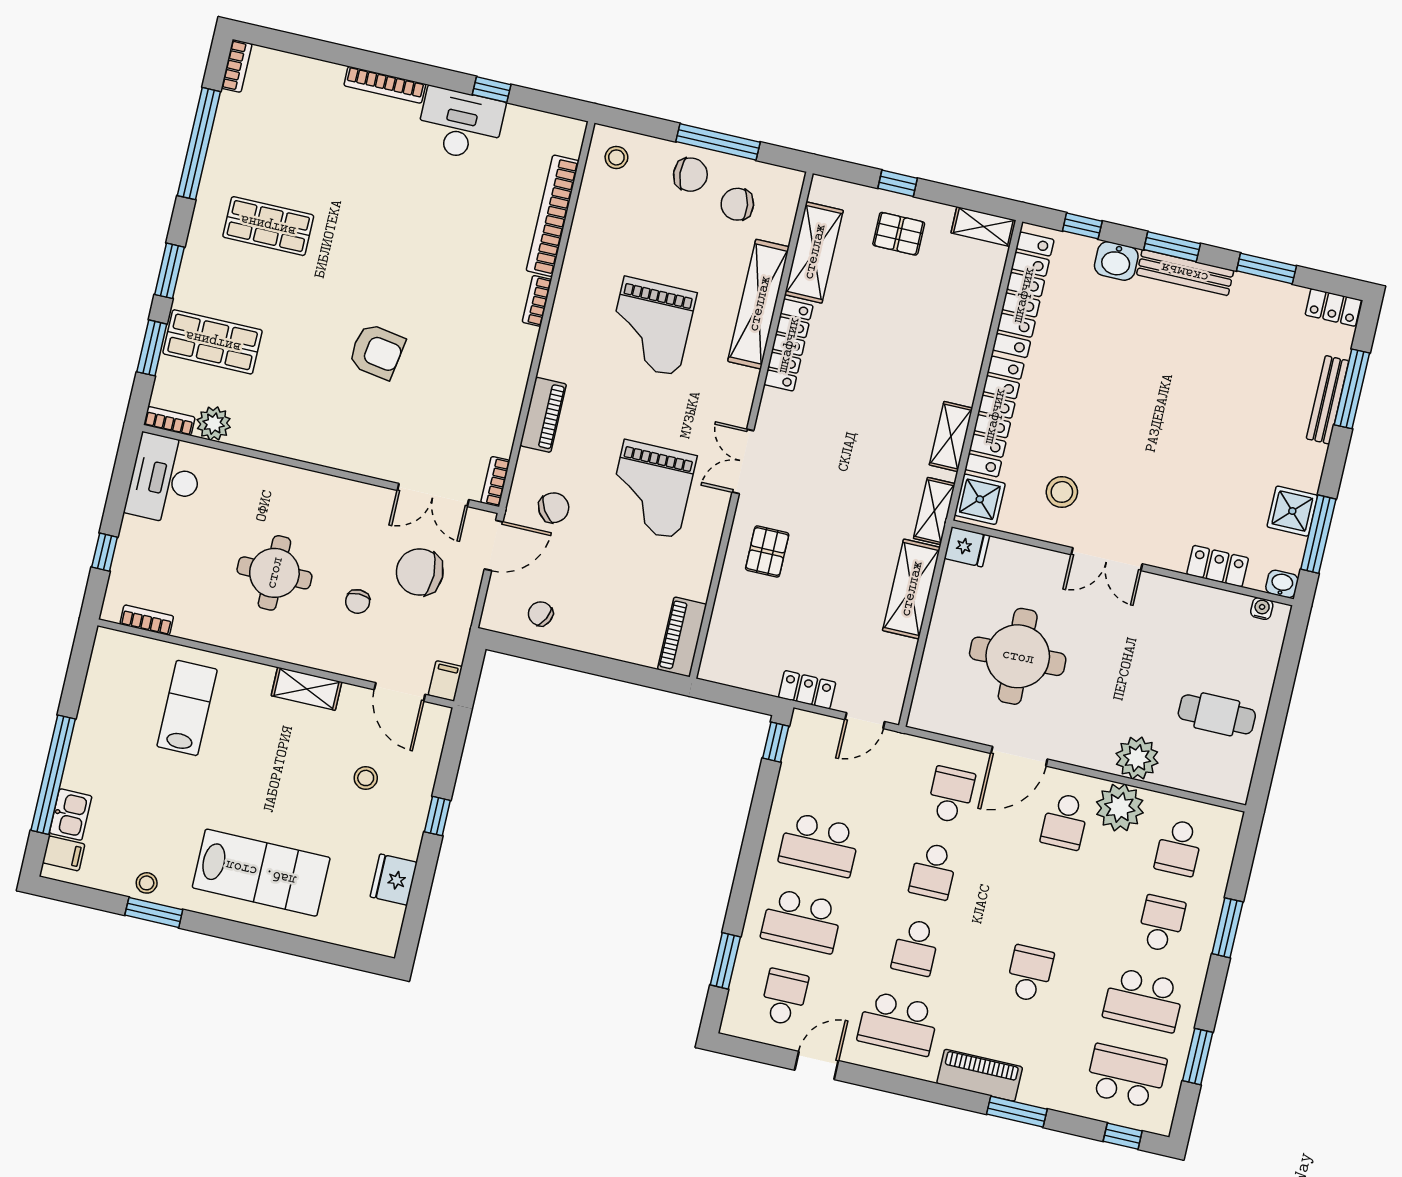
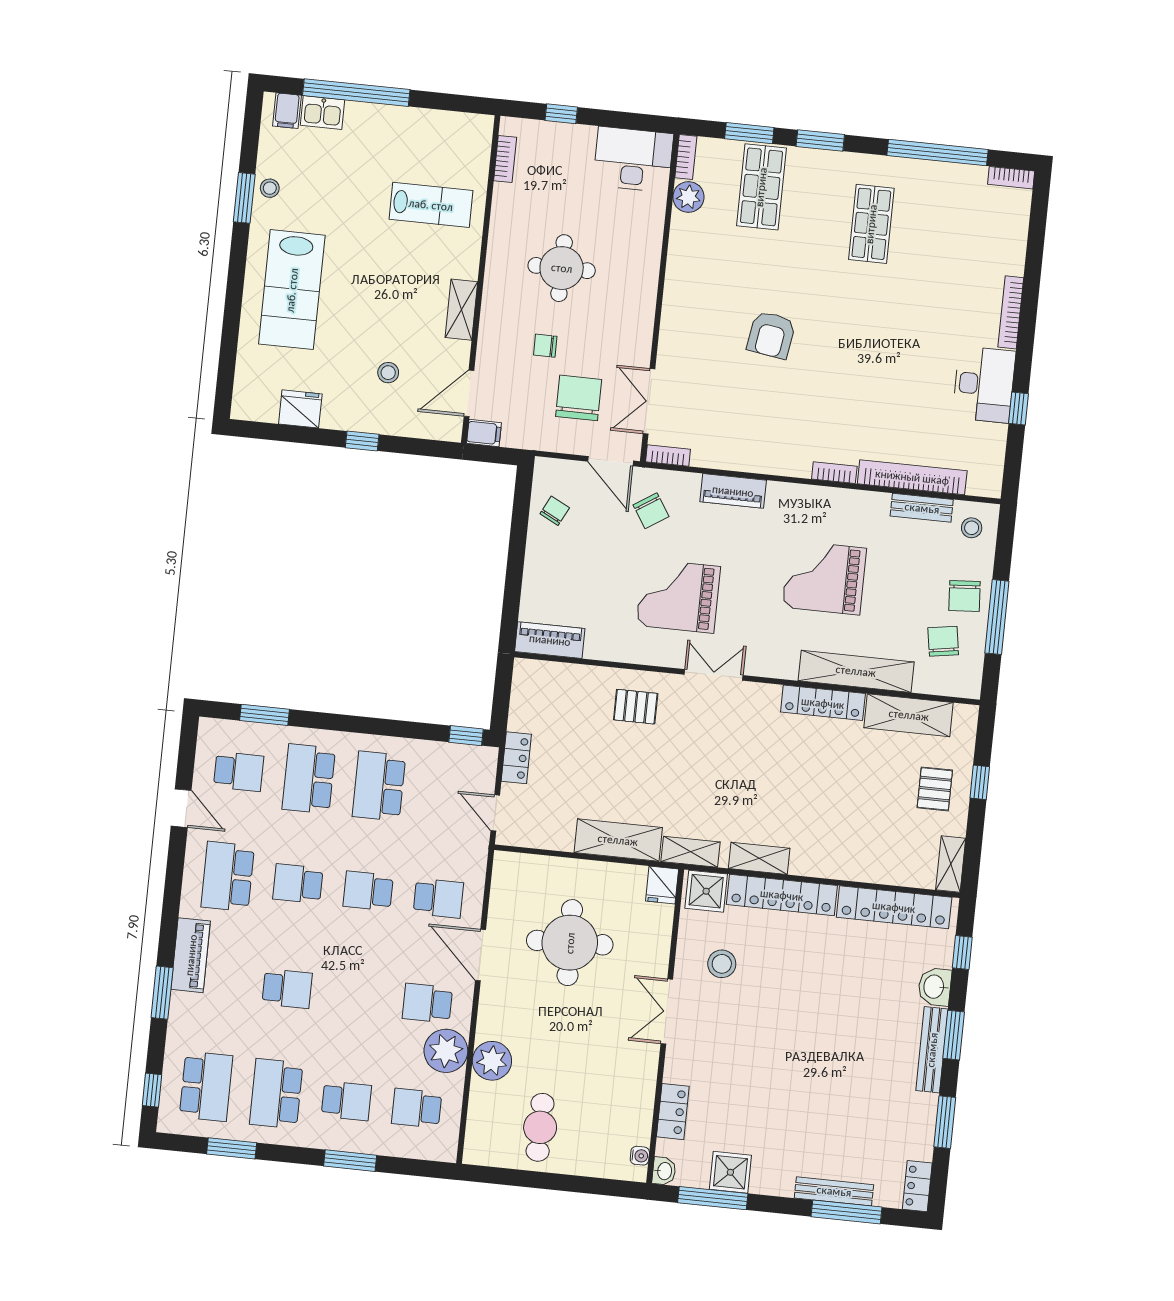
bench: (588, 210) -> (922, 508), added

